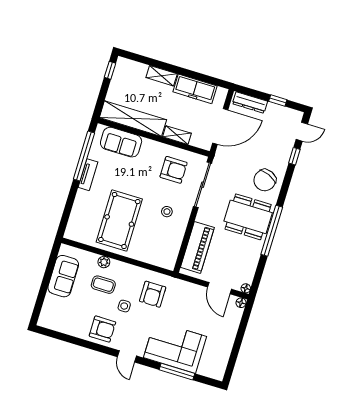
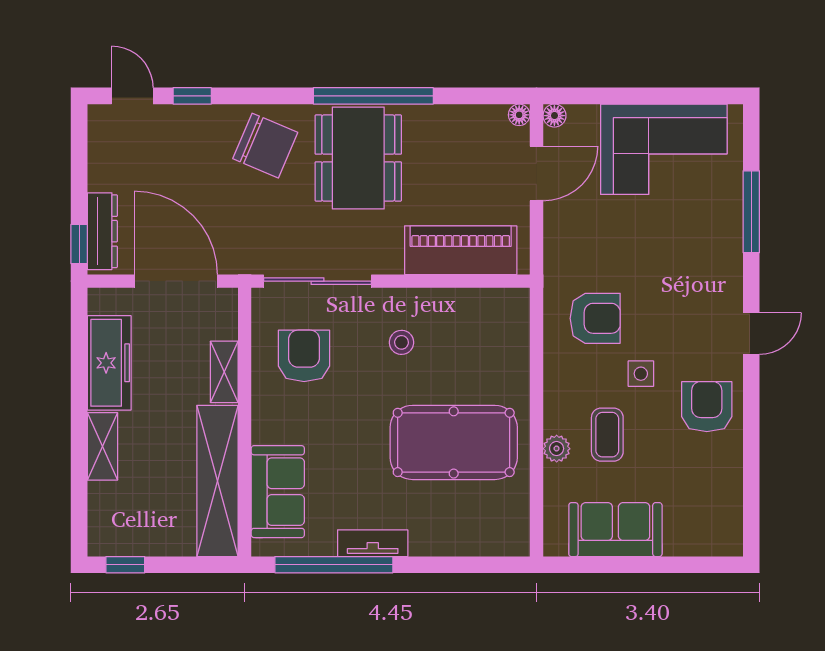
window: (278, 101) -> (79, 244), moved
corner sofa: (175, 347) -> (664, 149), moved, turned -90

